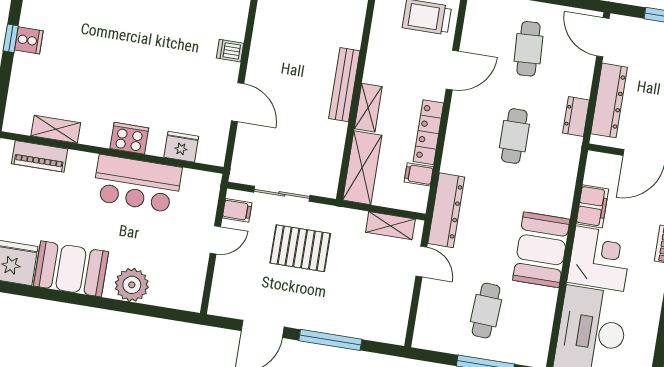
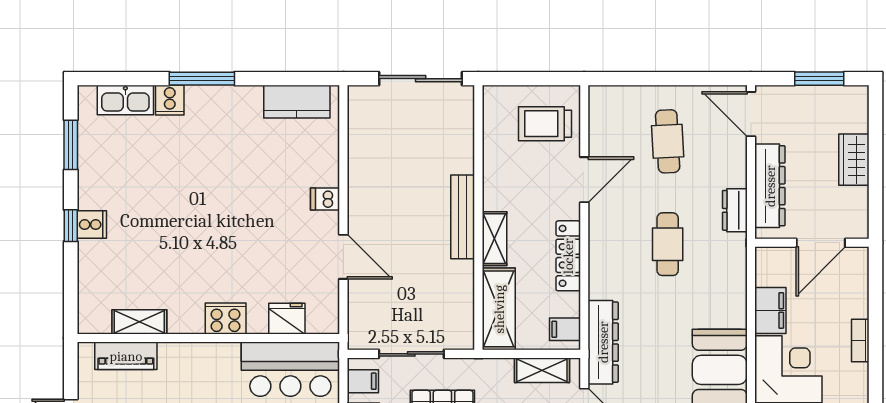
filing cabinet: (419, 174) -> (565, 329), moved
bar counter: (137, 184) -> (290, 369), moved

